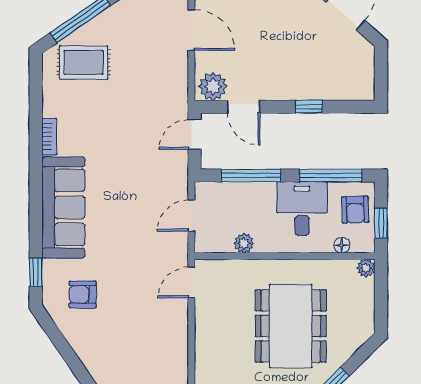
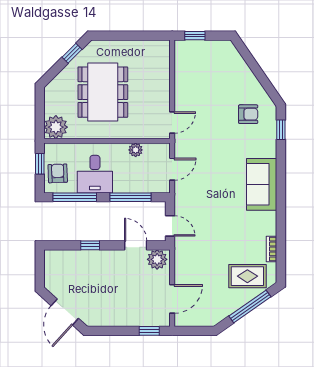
door: (191, 30) -> (172, 299), swing flipped
door: (195, 134) -> (170, 226), hinge flipped
bookcase: (49, 136) -> (272, 249), moved
sofa: (63, 207) -> (262, 184), width x0.73
floor lamp: (342, 245) -> (67, 149), removed
plant: (366, 268) -> (56, 127), width x1.88, depth x1.88

